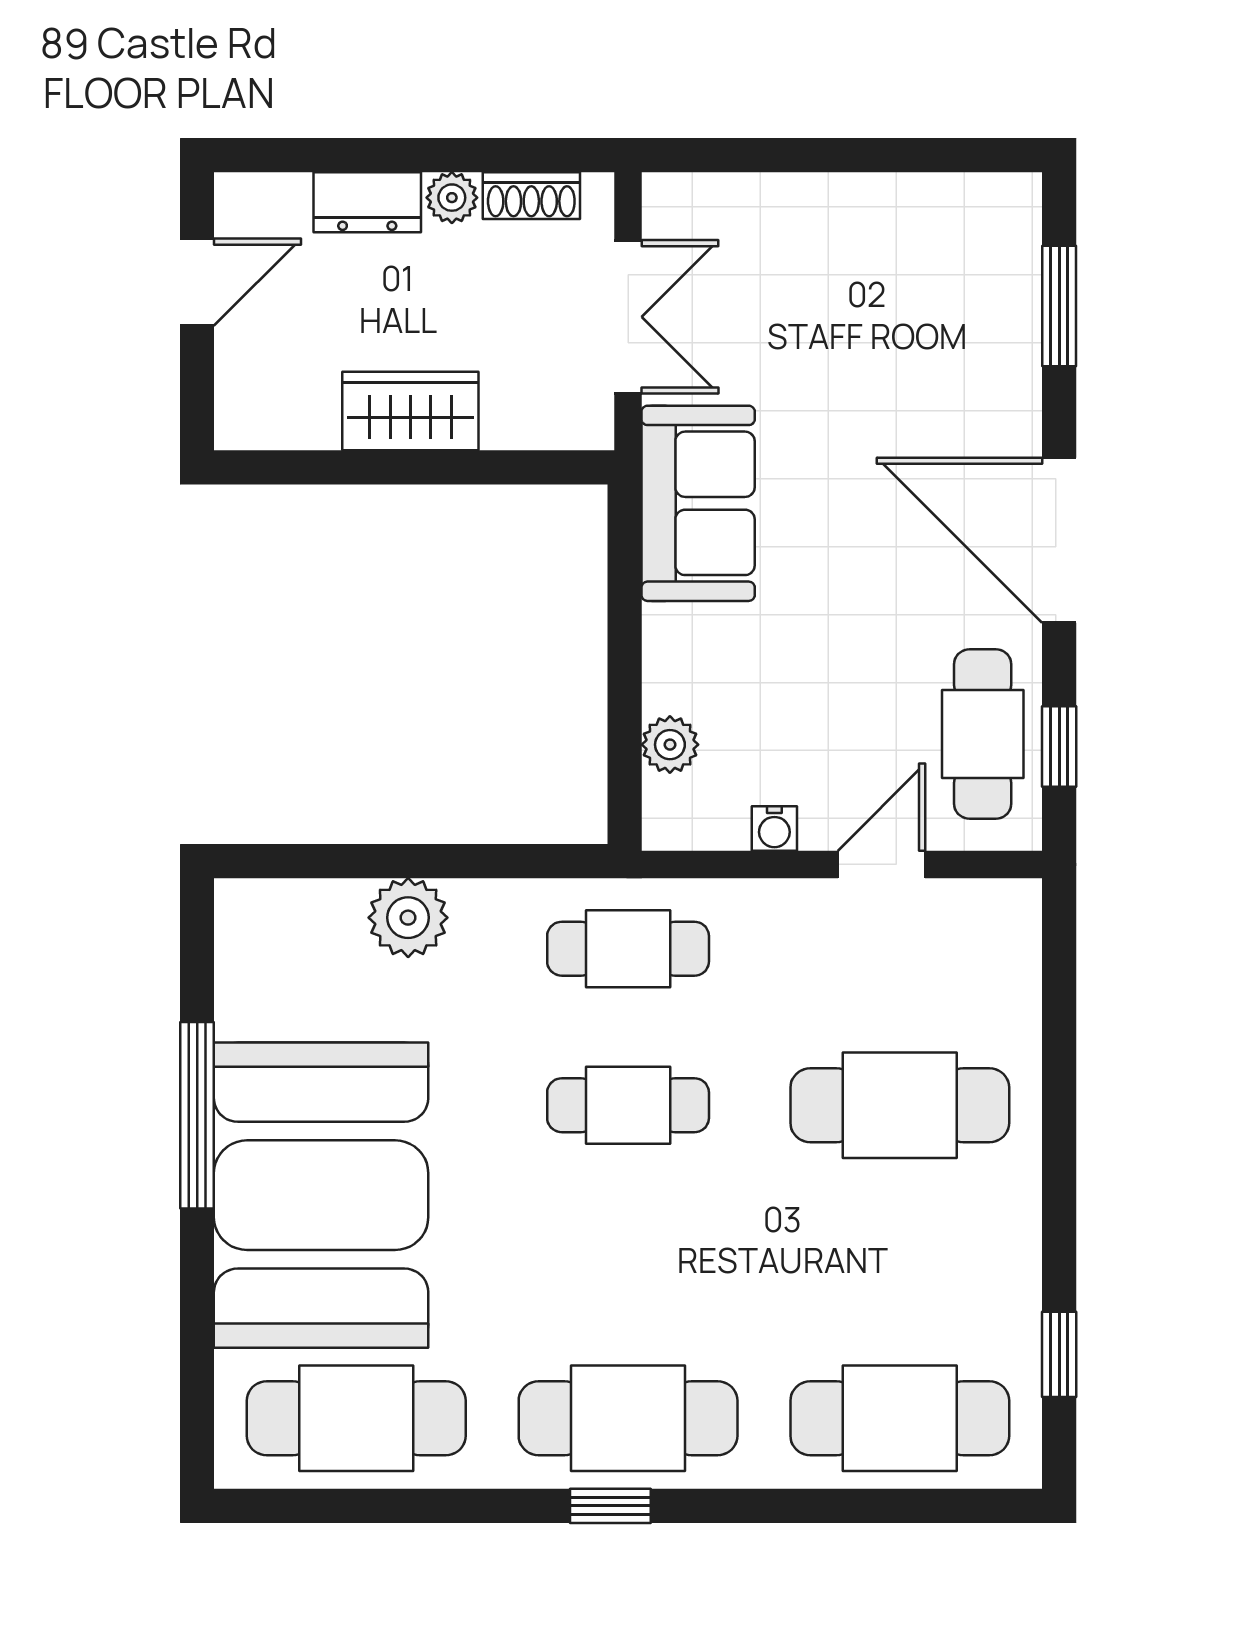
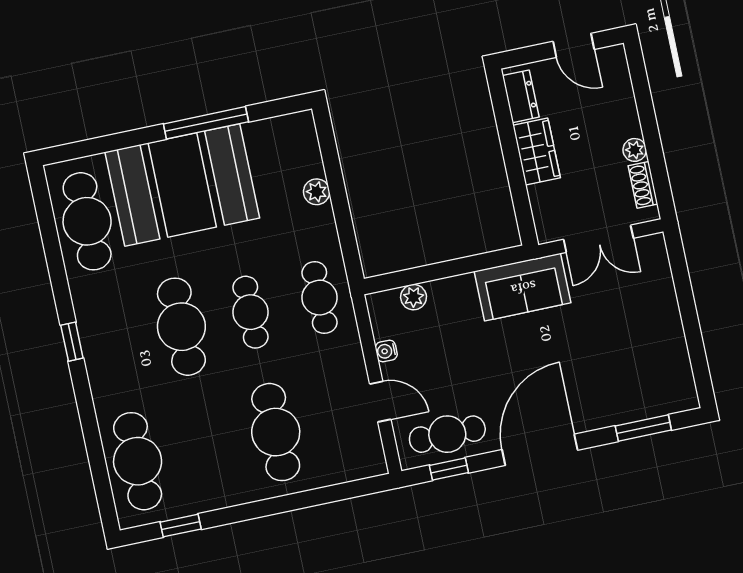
dresser: (367, 202) -> (521, 96), moved, turned 180
plant: (408, 918) -> (317, 192), width x0.73, depth x0.73
cafe table: (628, 1418) -> (181, 327), moved

